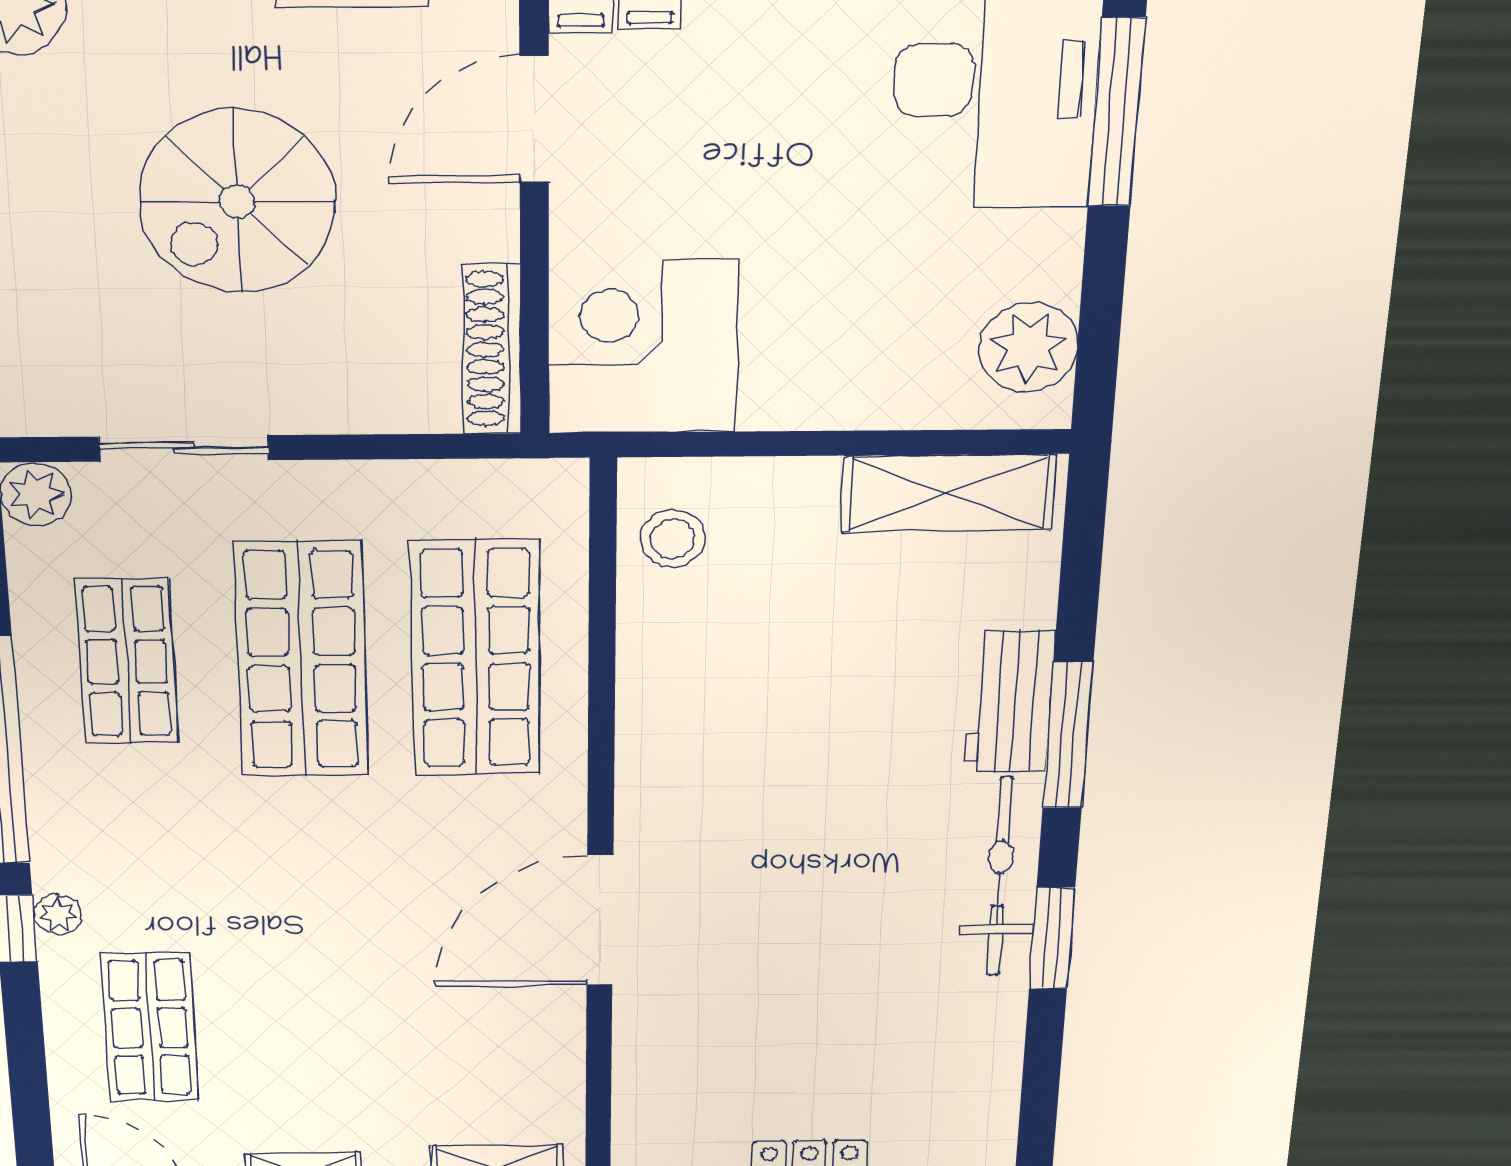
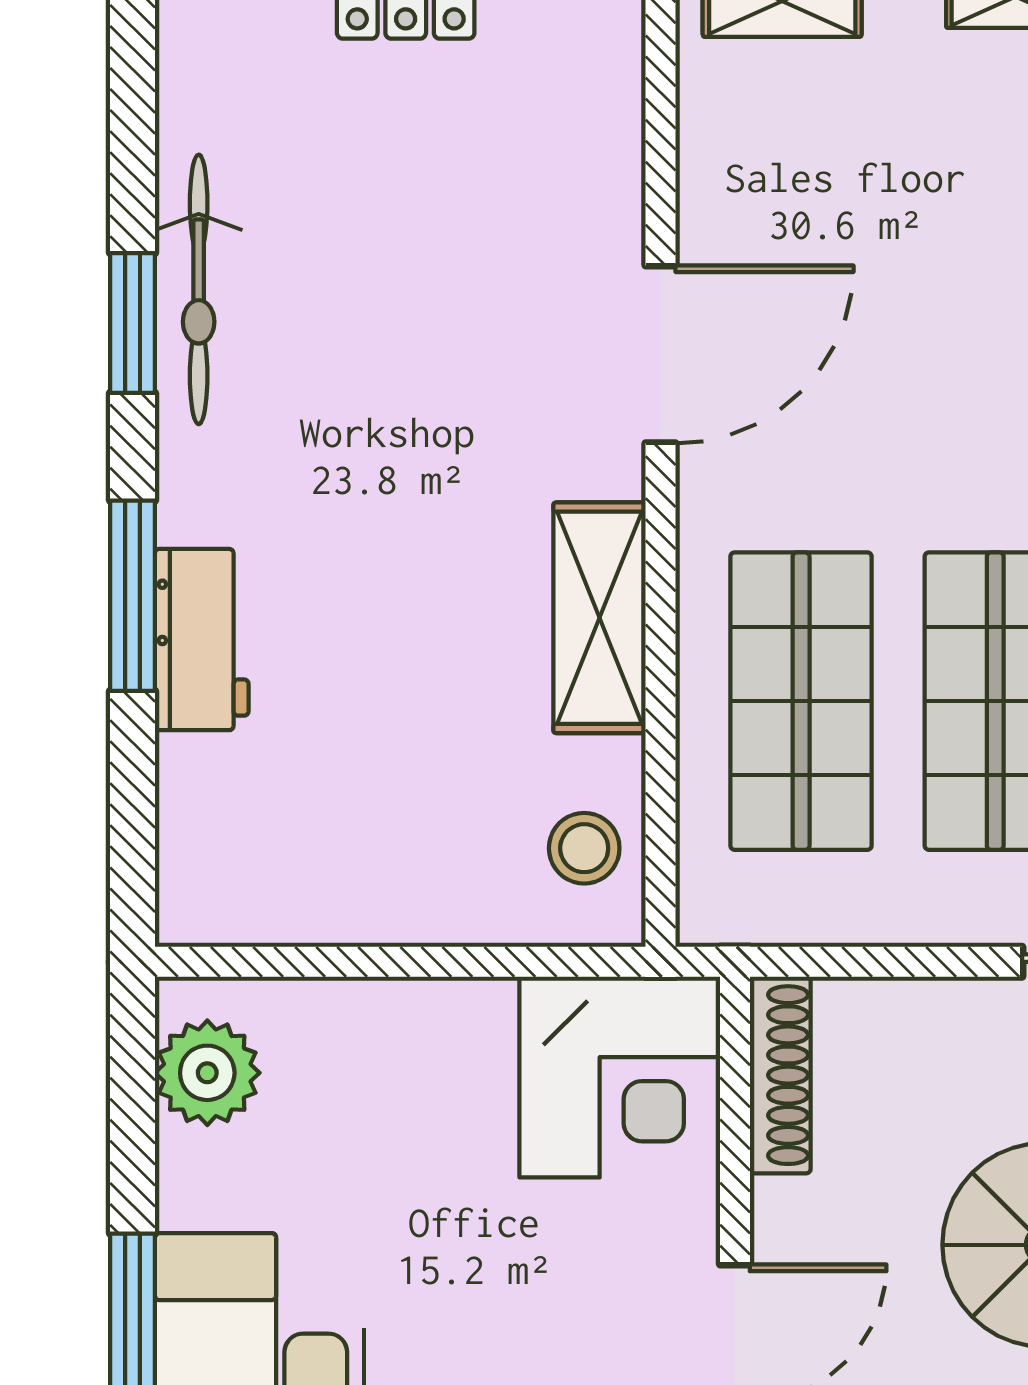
shelving: (948, 493) -> (600, 618), moved, turned 90
bicycle: (1000, 877) -> (199, 289), moved

